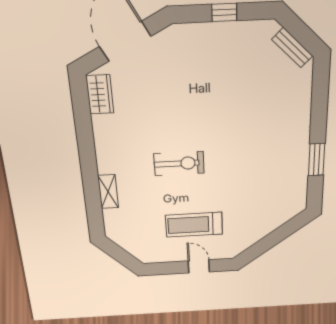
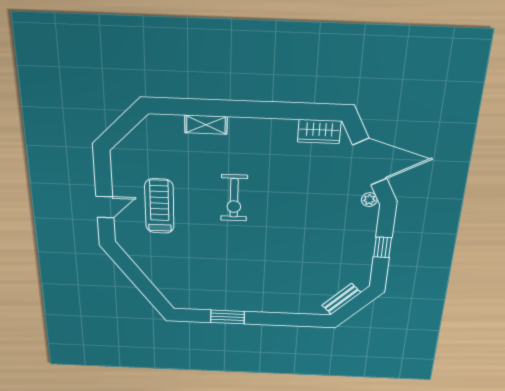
plant: (168, 35) -> (369, 200), added

